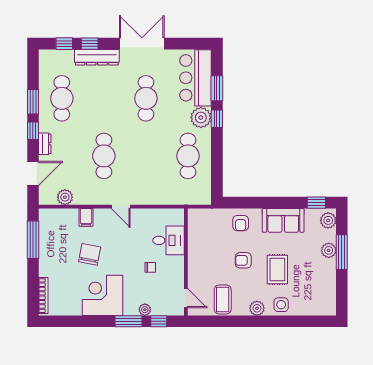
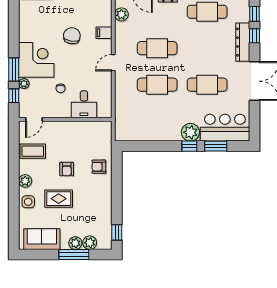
cafe table: (188, 156) -> (157, 85), moved
sofa: (283, 220) -> (42, 239), moved, turned 90
plant: (328, 220) -> (90, 243), moved
chair: (90, 254) -> (72, 36), turned -93
armchair: (243, 260) -> (67, 169), turned 180
corner desk: (103, 295) -> (36, 60), moved

